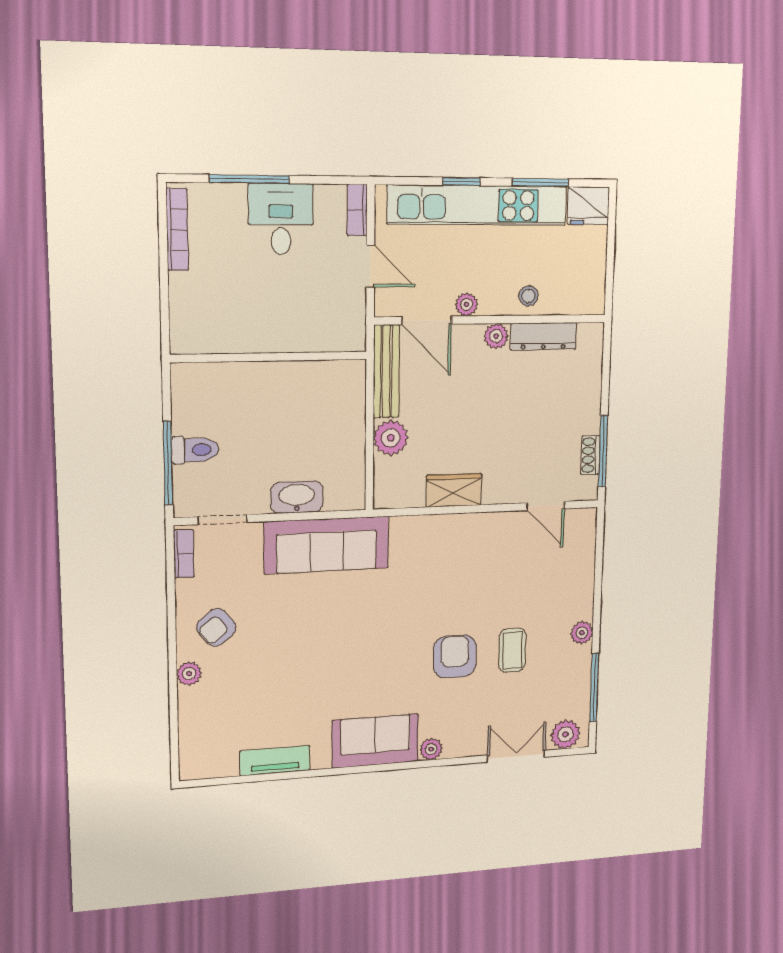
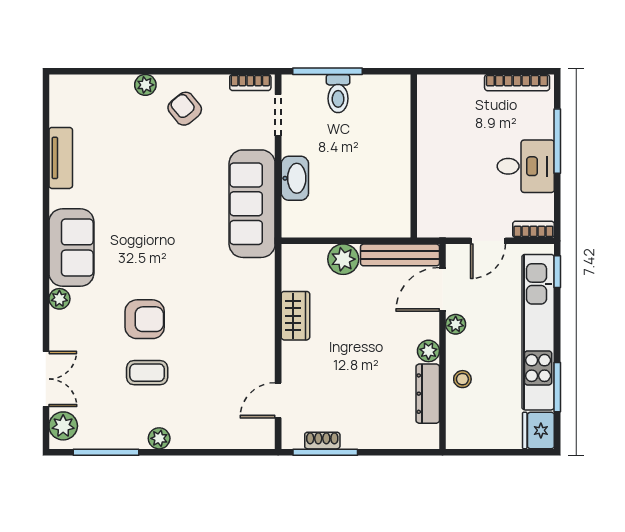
window: (462, 182) -> (557, 272), moved

